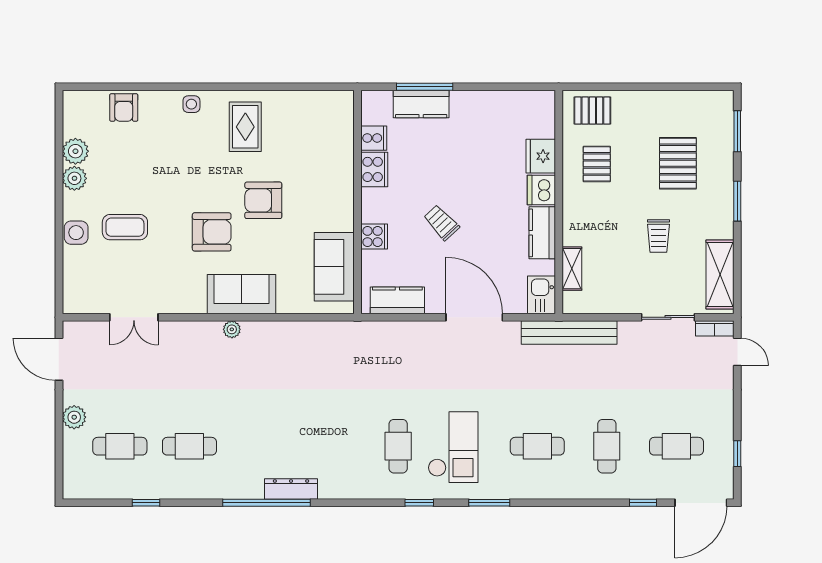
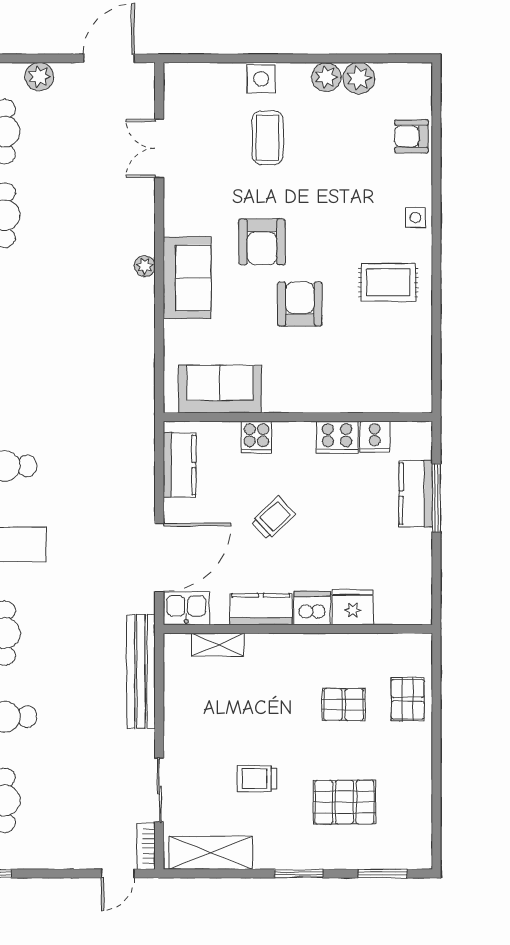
fridge: (541, 156) -> (353, 607), moved
dishwasher: (541, 190) -> (312, 608), moved
wall: (559, 202) -> (298, 629), moved
kitchen counter: (542, 233) -> (261, 609), moved
shelving: (572, 269) -> (218, 645), moved
kitchen sink: (541, 295) -> (186, 608), moved

